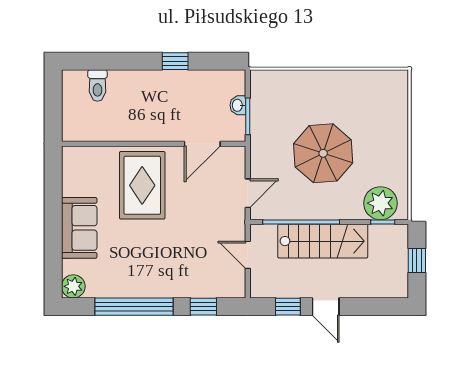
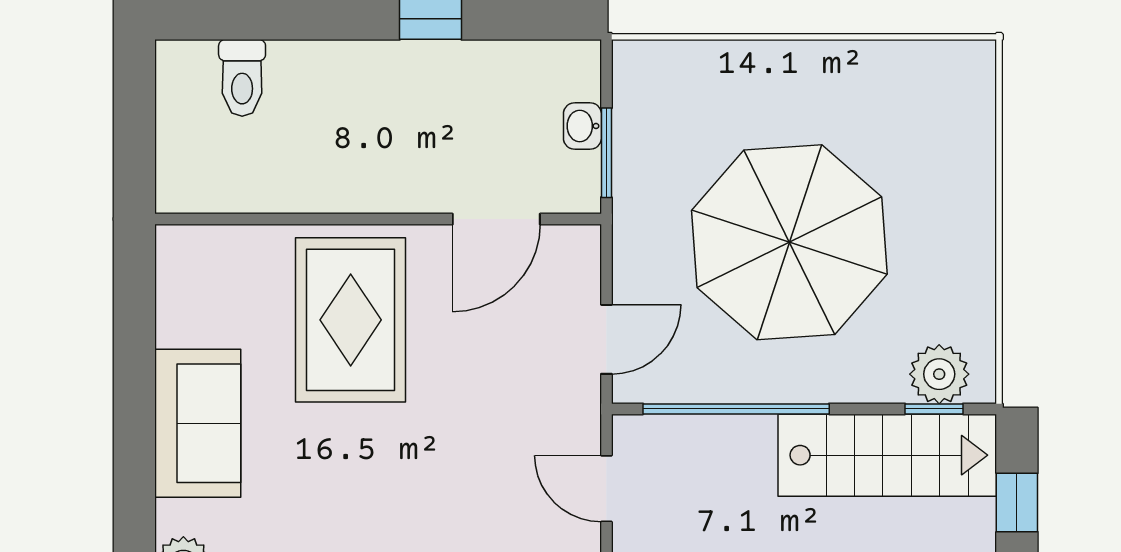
parasol: (323, 153) -> (789, 242), width x1.36, depth x1.36
plant: (380, 203) -> (939, 374), width x0.73, depth x0.73
stairs: (323, 241) -> (887, 455), moved

